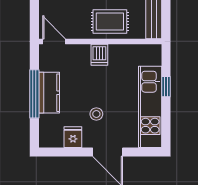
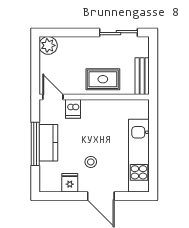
dishwasher: (99, 55) -> (73, 109), moved
window: (166, 87) -> (153, 137), removed

